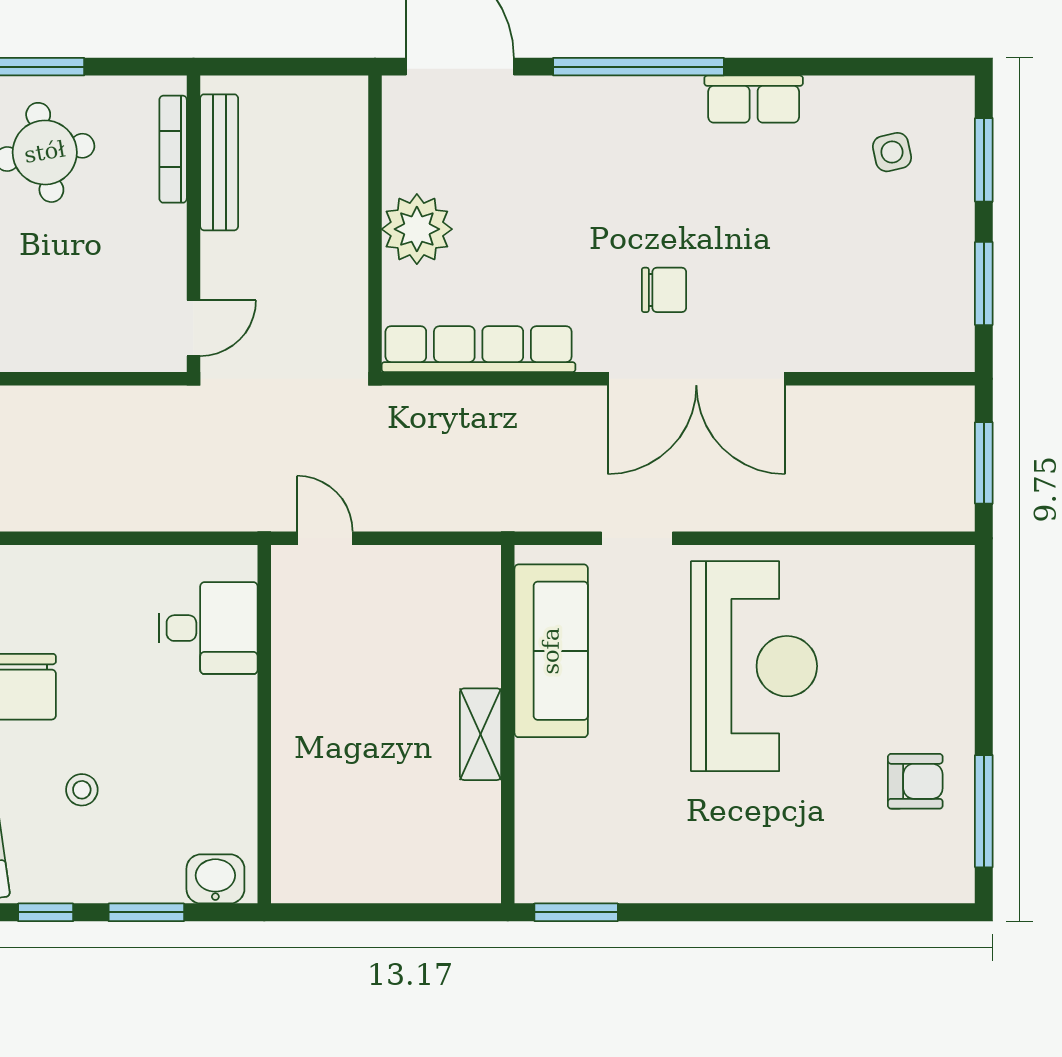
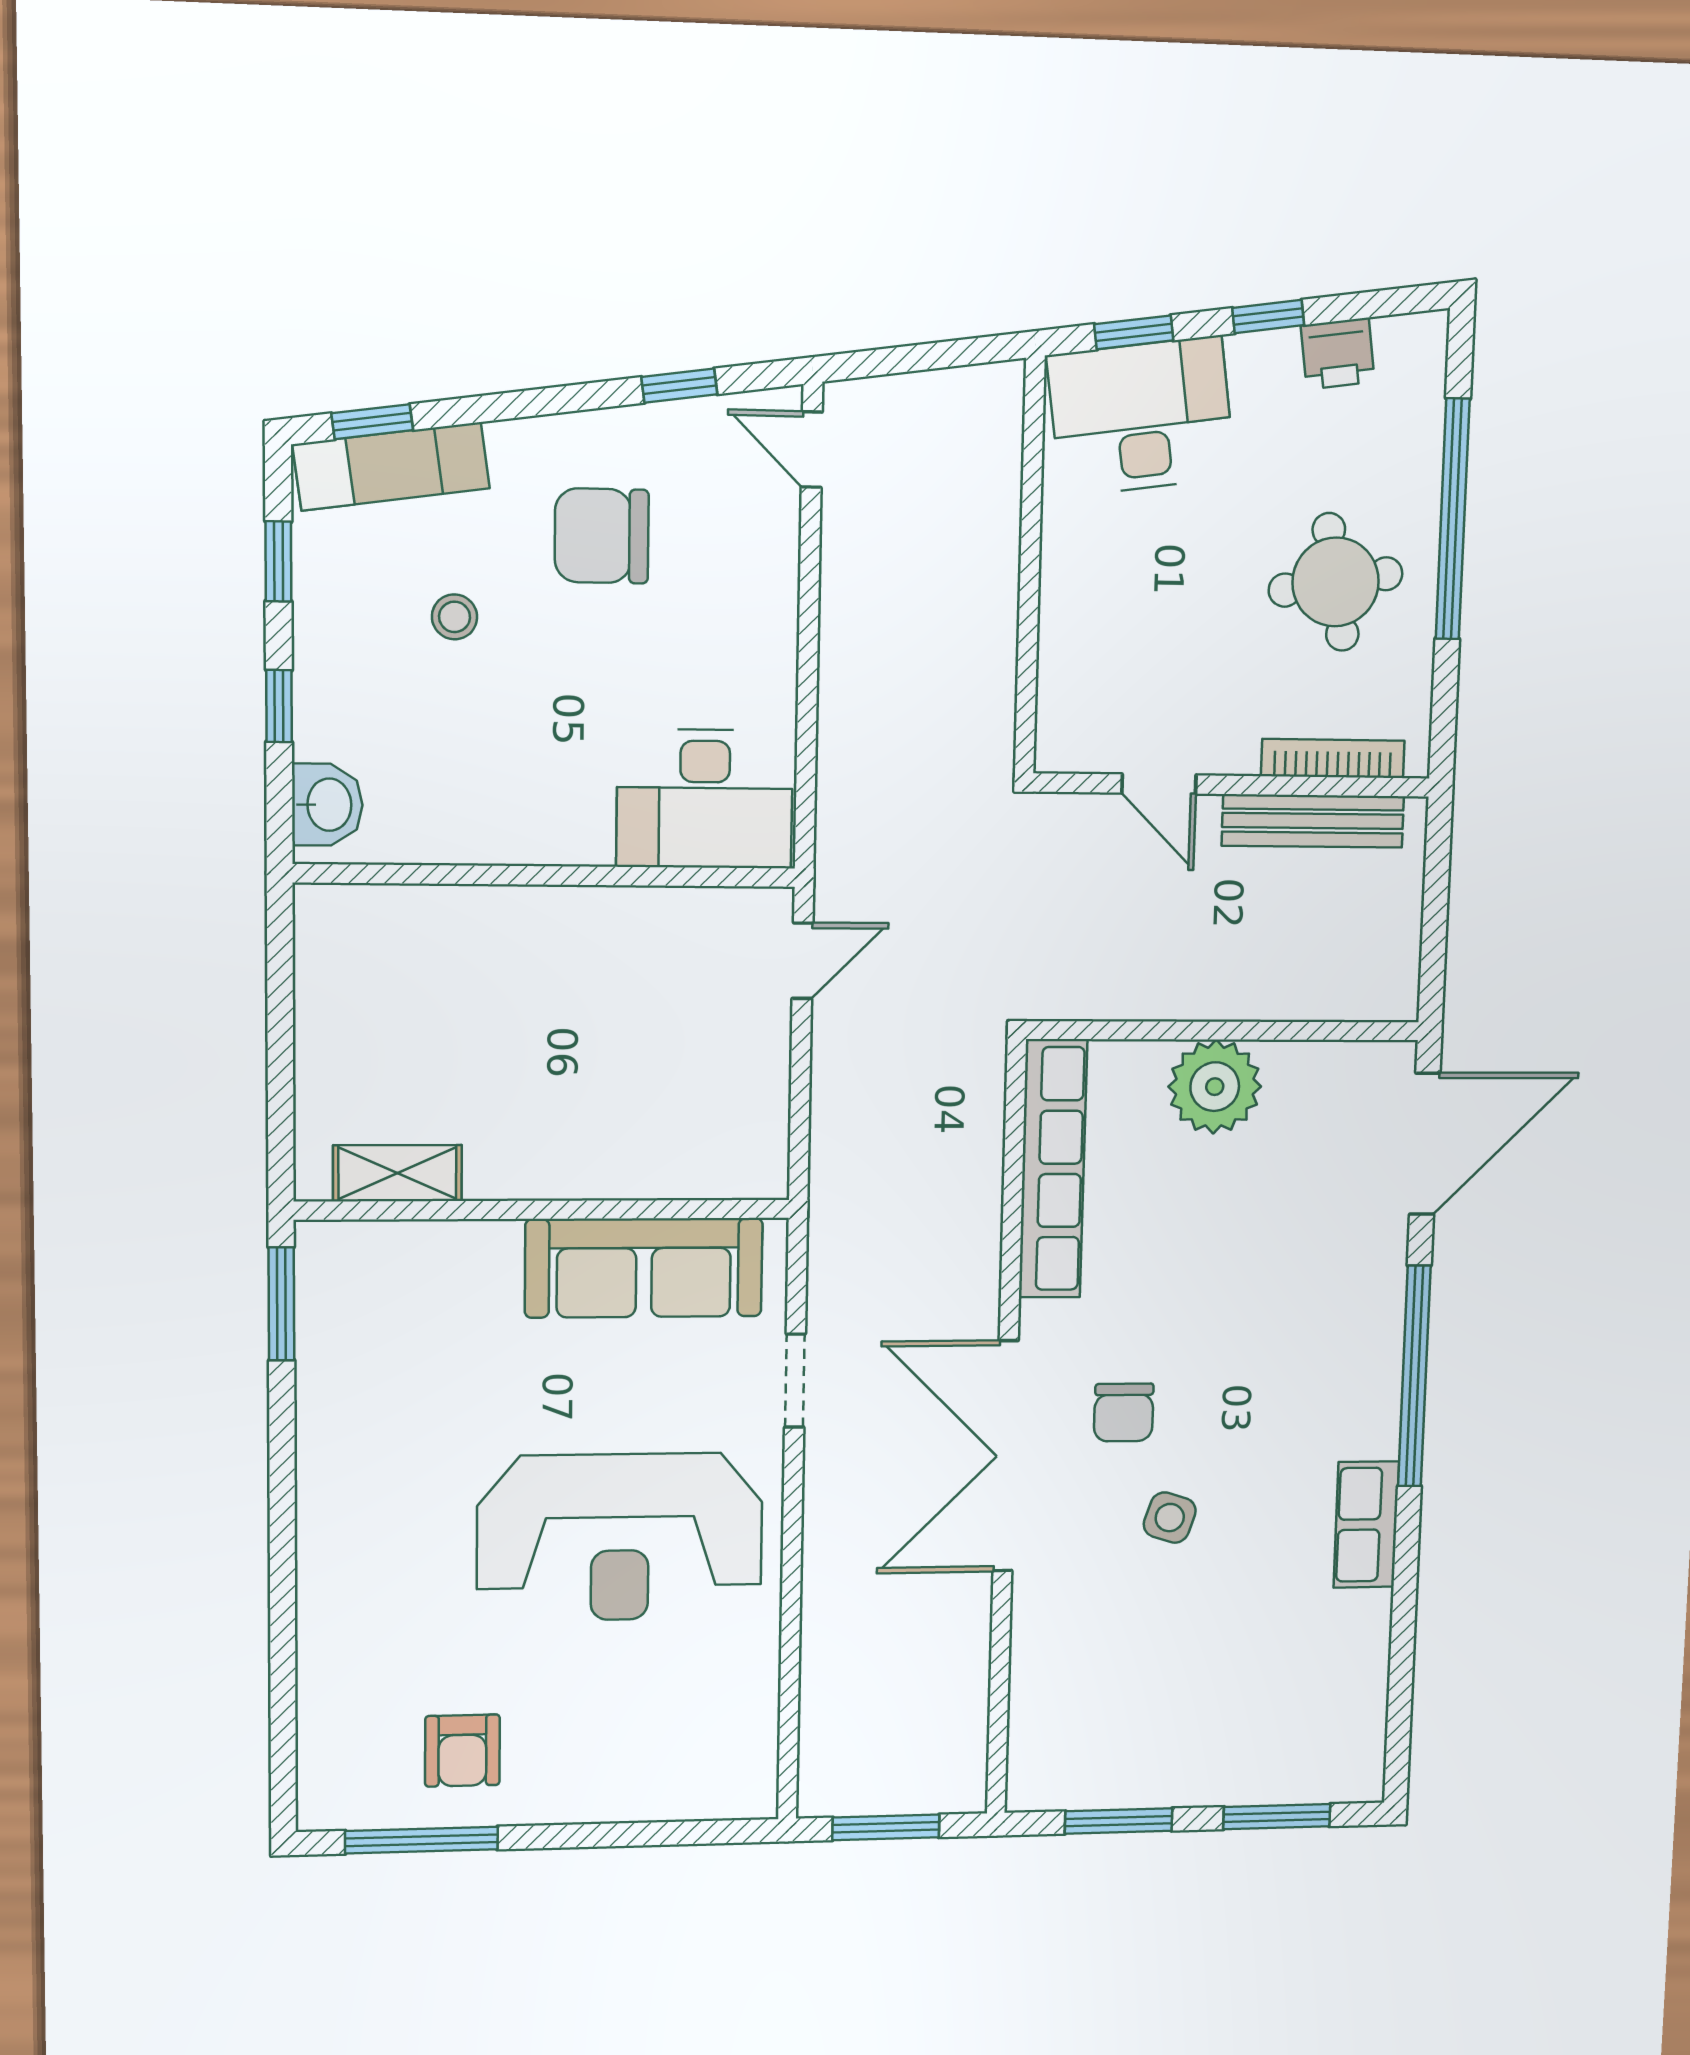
side table: (892, 152) -> (1170, 1518), moved, turned 31
door: (193, 328) -> (1159, 784), moved
desk: (208, 628) -> (705, 799), width x1.37
shelving: (481, 734) -> (397, 1173), moved
window: (146, 912) -> (279, 706), width x0.67

